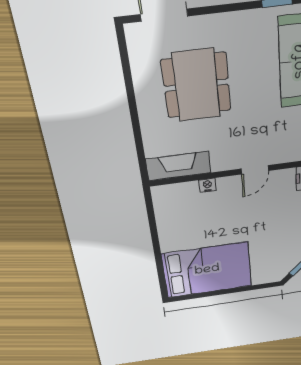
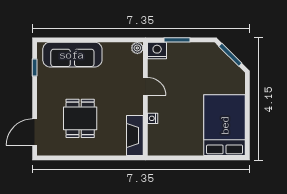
dining table: (196, 85) -> (80, 118), width x0.73

